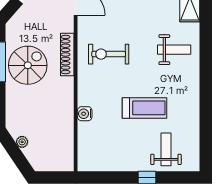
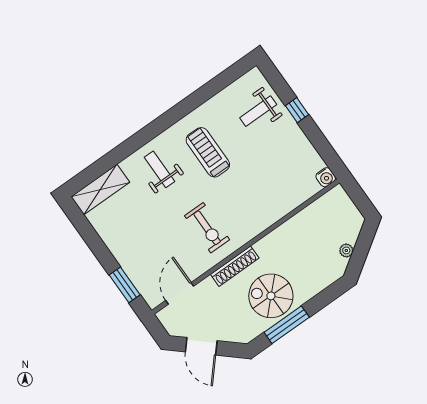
treadmill: (145, 108) -> (208, 152), moved
water cooler: (85, 114) -> (326, 177), moved

